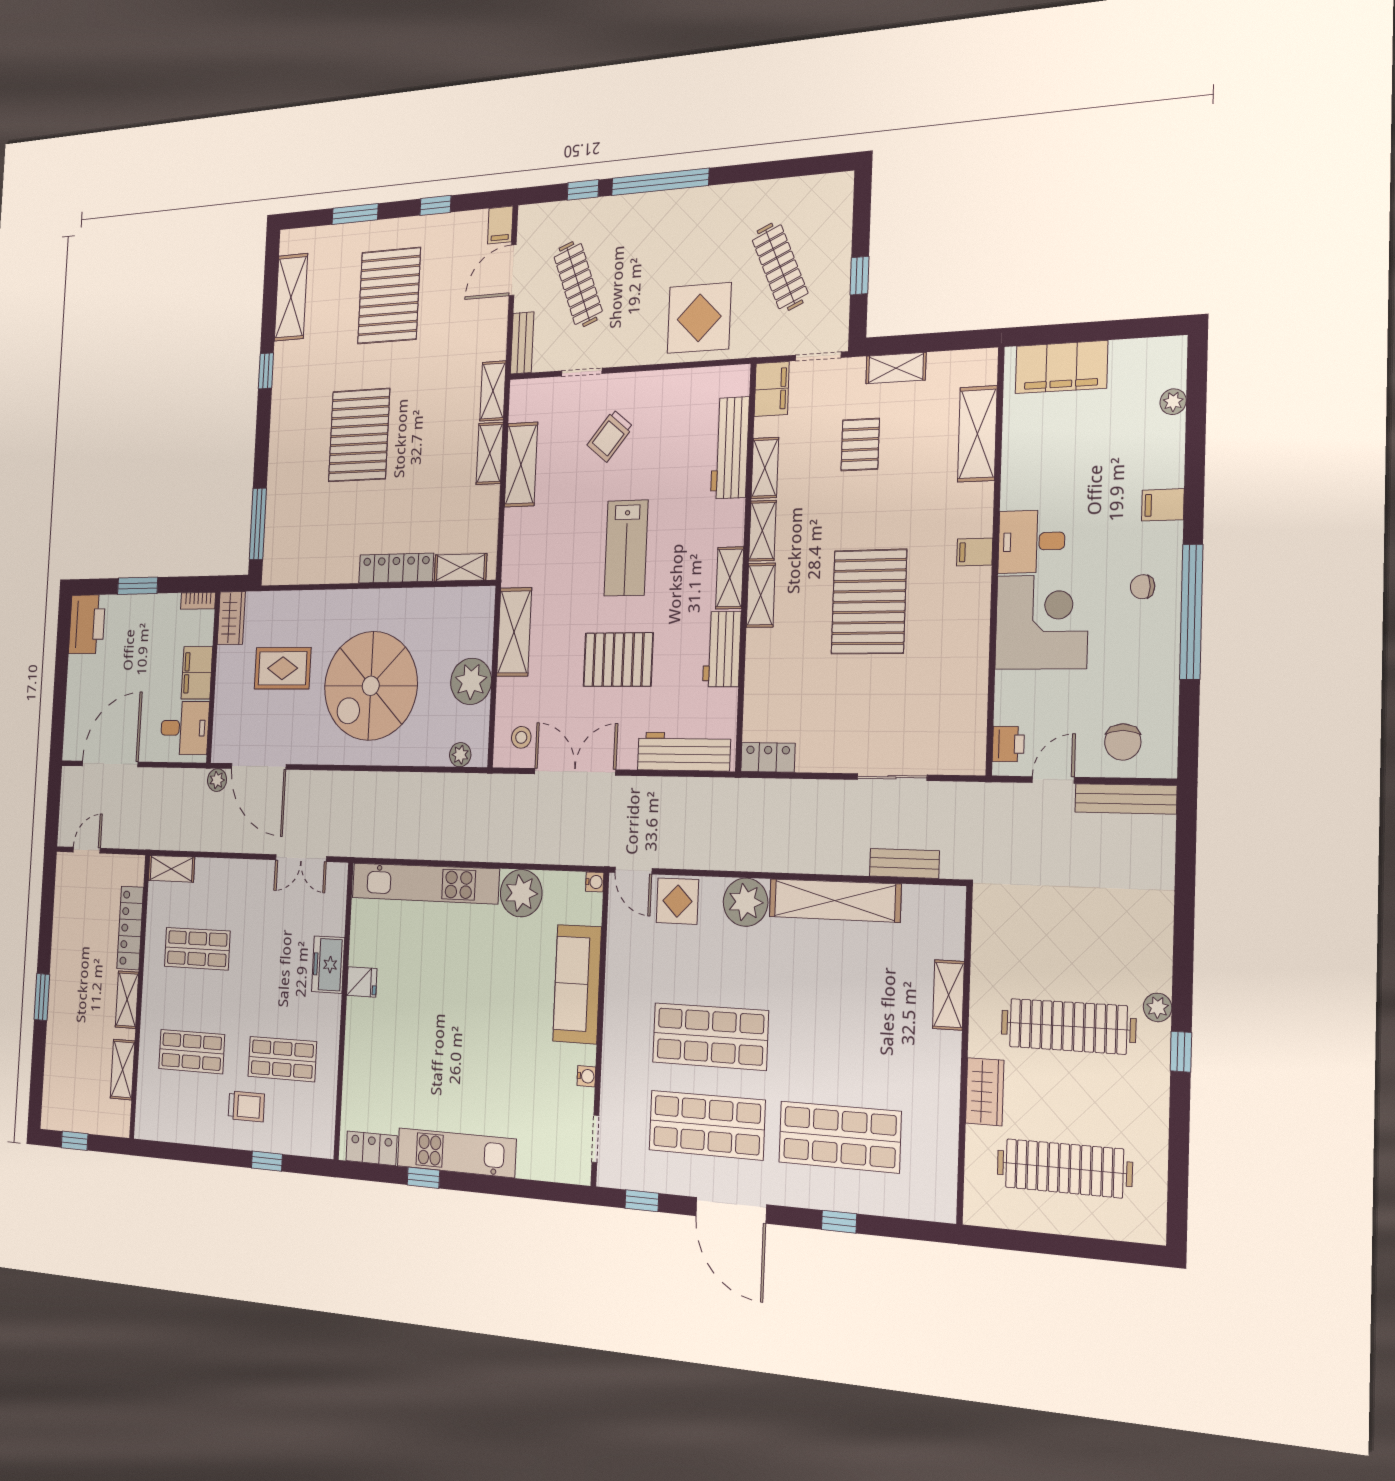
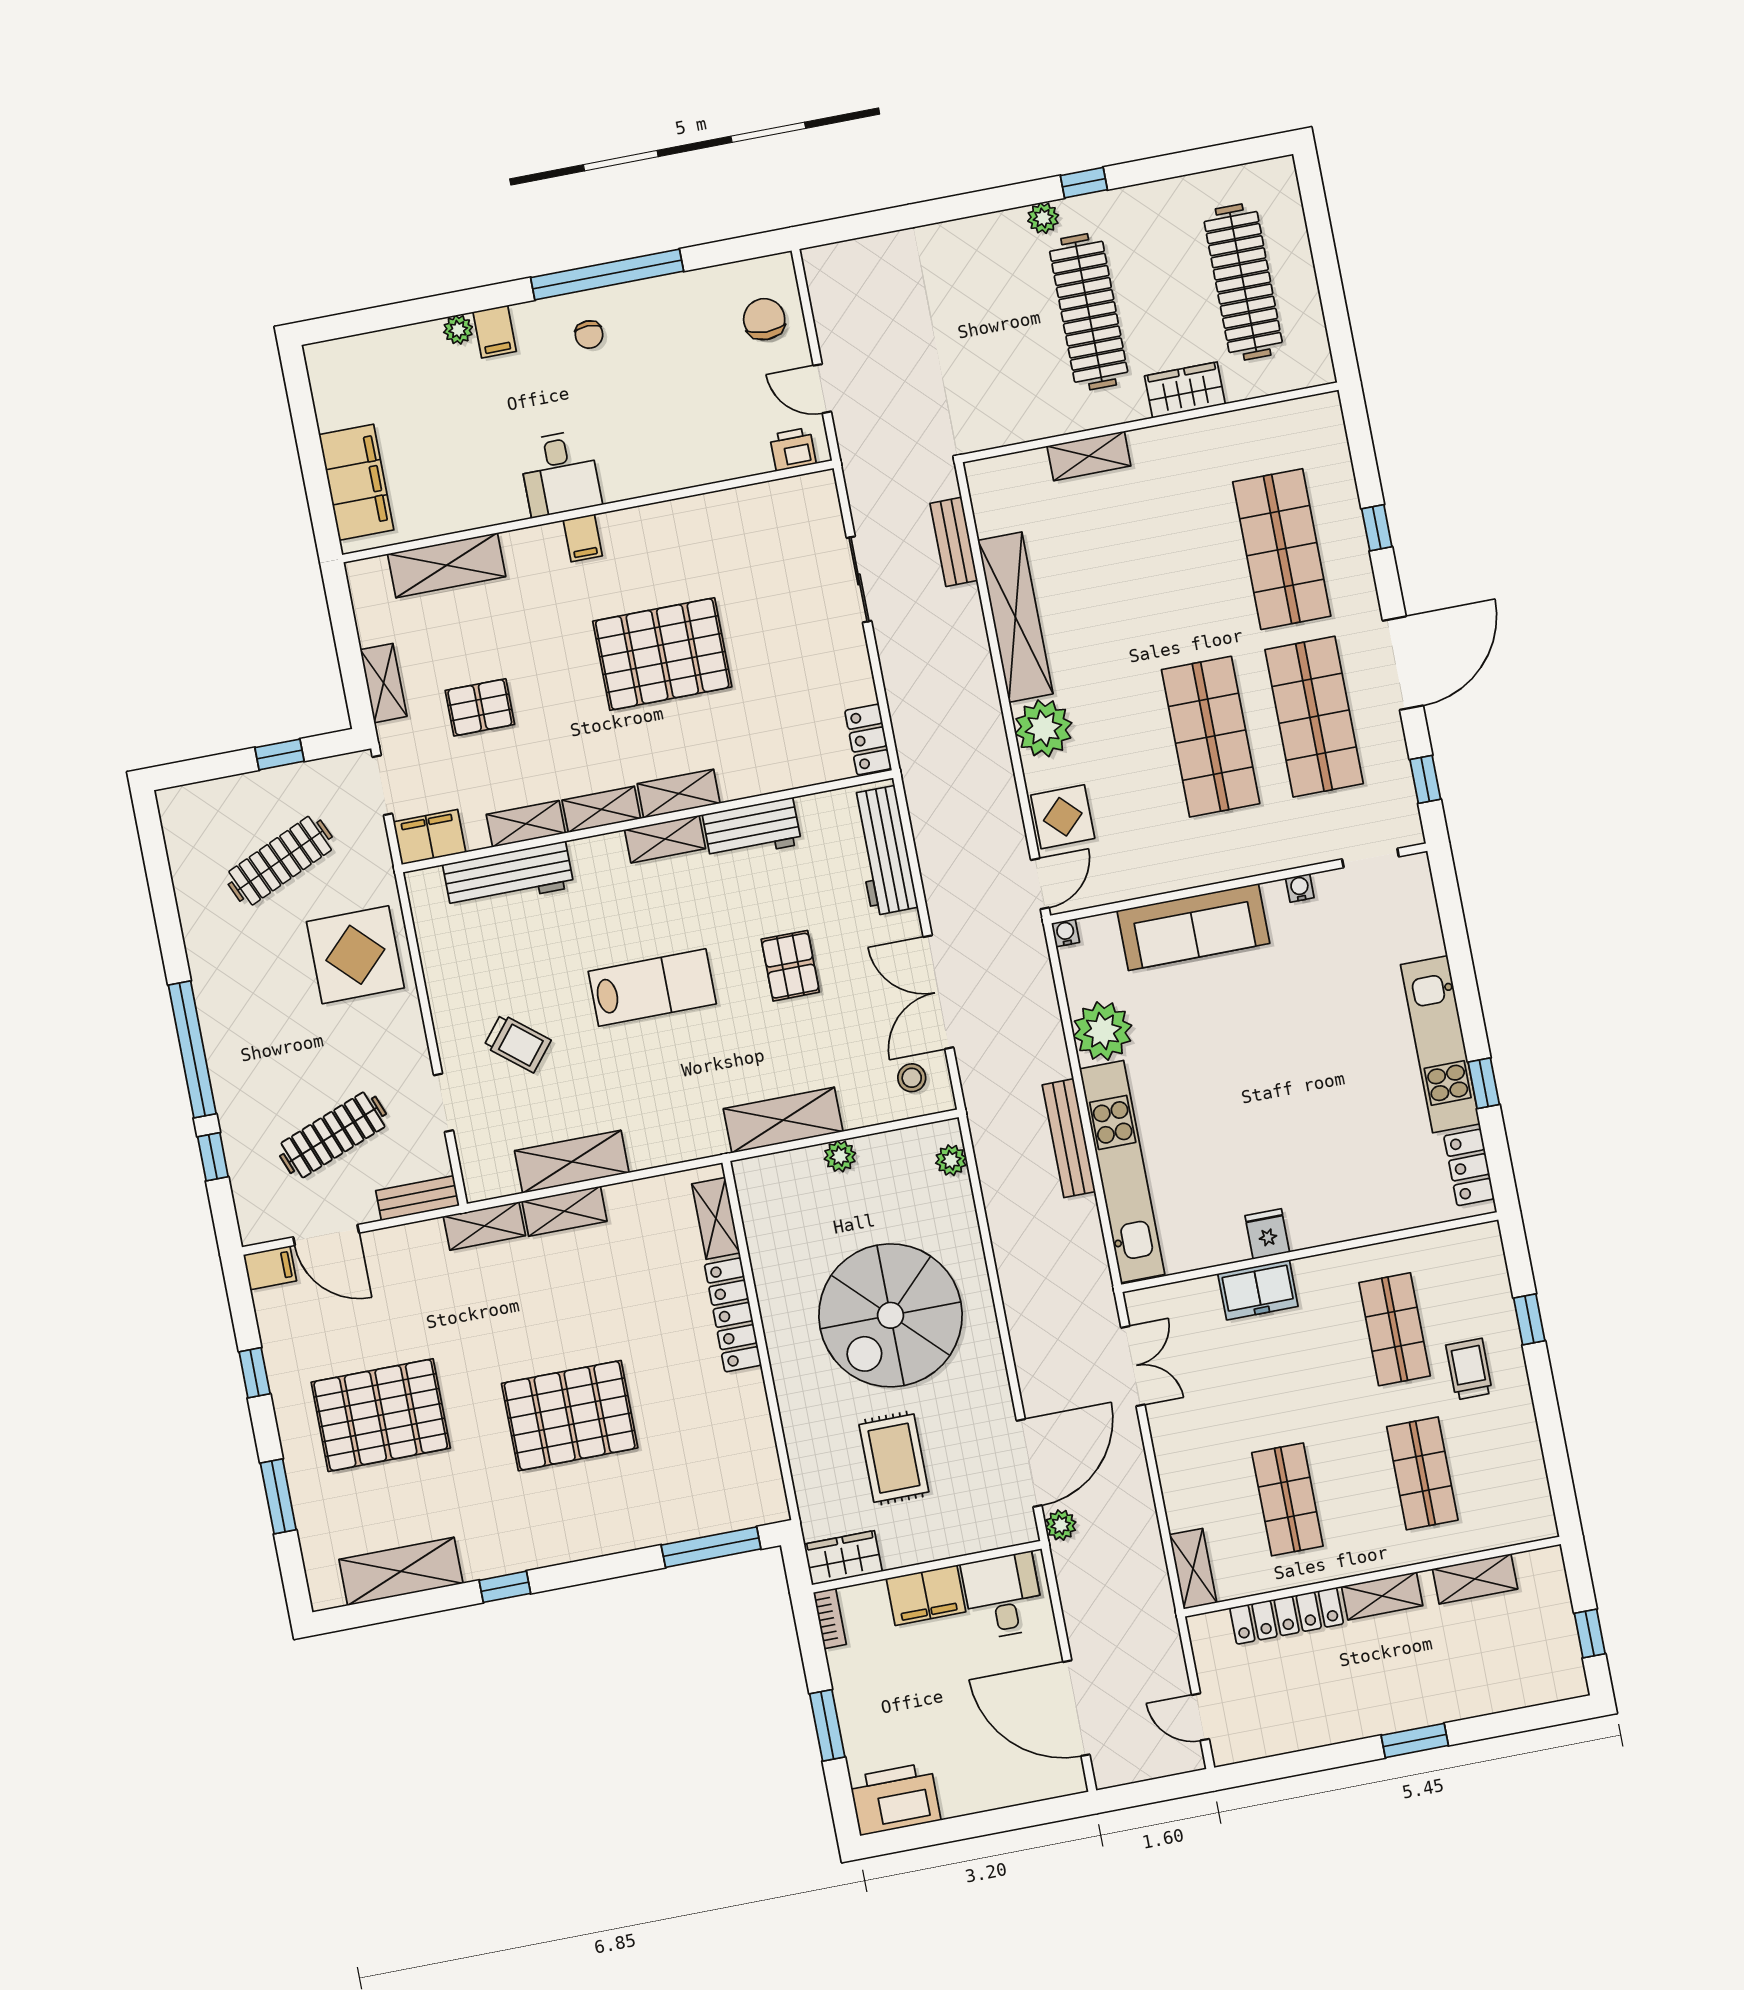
plant: (1173, 402) -> (458, 330), moved
corner desk: (1042, 622) -> (649, 441), removed
pallet: (618, 660) -> (790, 966), width x0.67, depth x0.71
plant: (471, 681) -> (840, 1156), width x0.53, depth x0.53
spiral stairs: (371, 686) -> (891, 1315), turned 90
chair: (1123, 742) -> (764, 319), turned -89
bench: (1126, 799) -> (1069, 1138), moved

